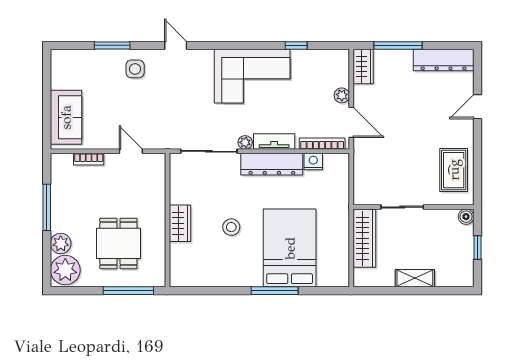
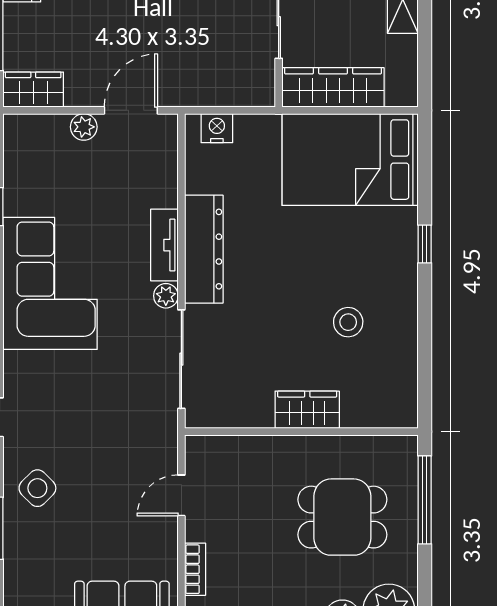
side table: (135, 69) -> (37, 488), turned 45
bookcase: (322, 144) -> (168, 161), removed
nightstand: (313, 161) -> (217, 128), moved, turned 90
stool: (231, 227) -> (348, 322), moved
bed: (290, 248) -> (350, 160), moved
window: (275, 291) -> (425, 244), width x0.46

